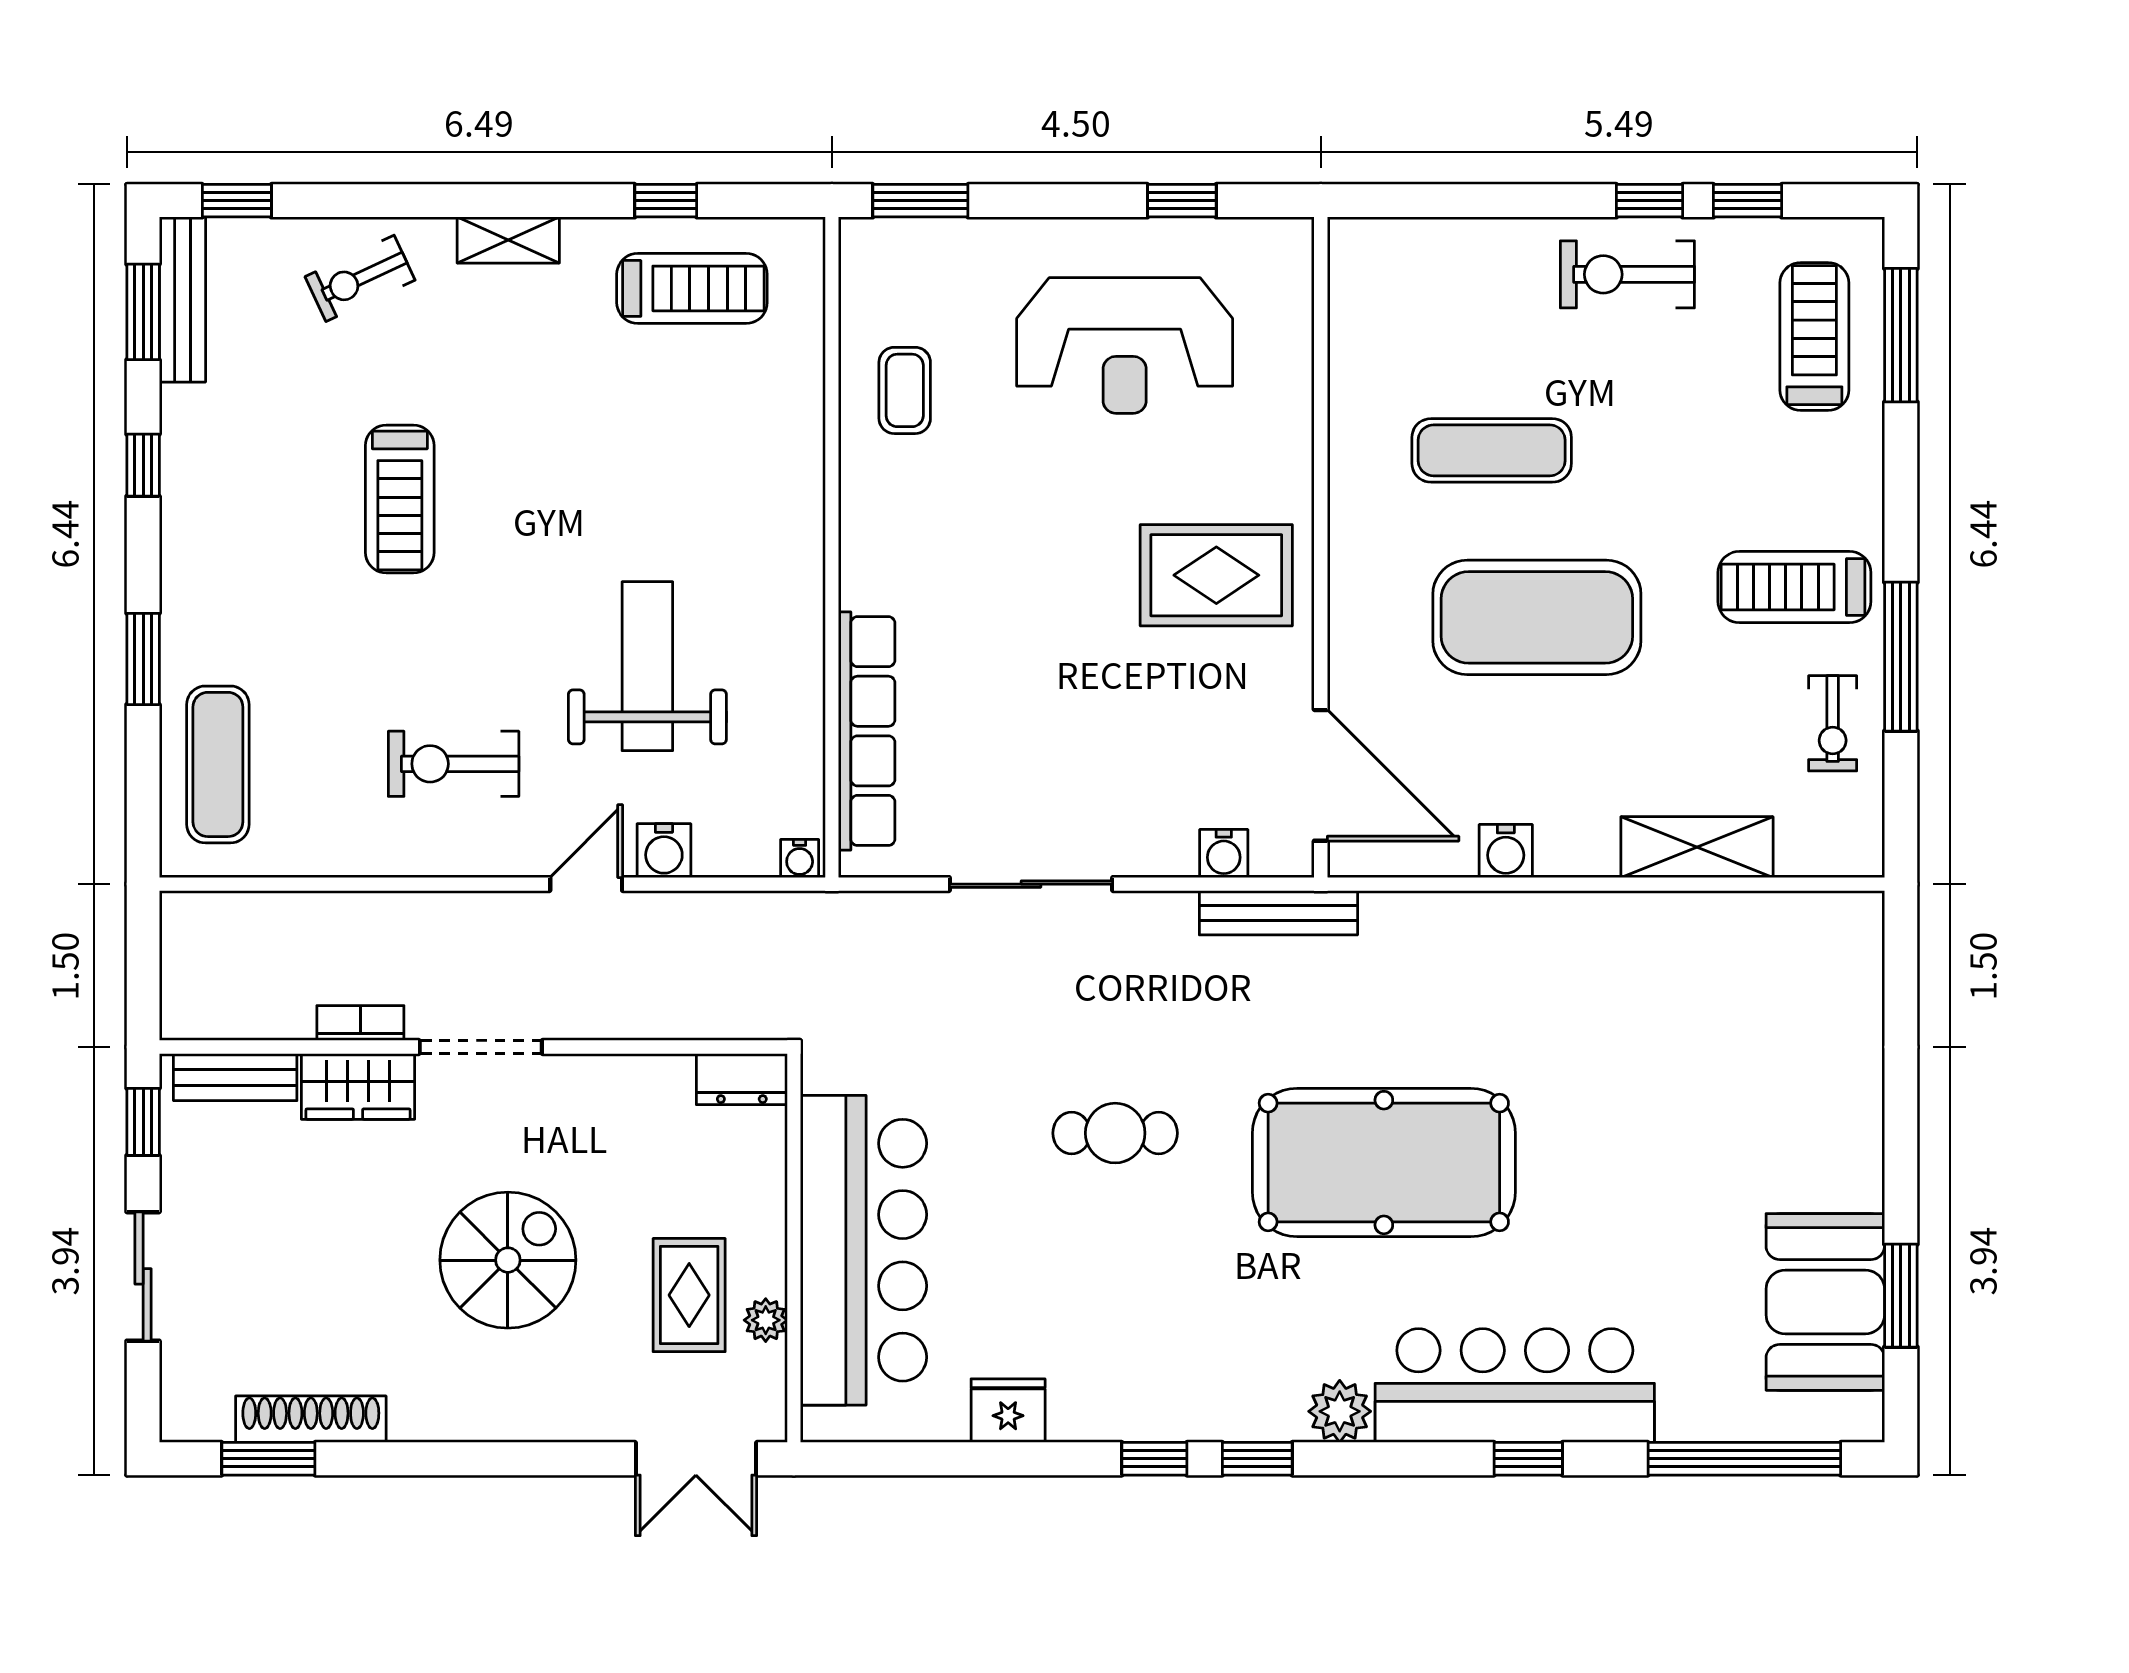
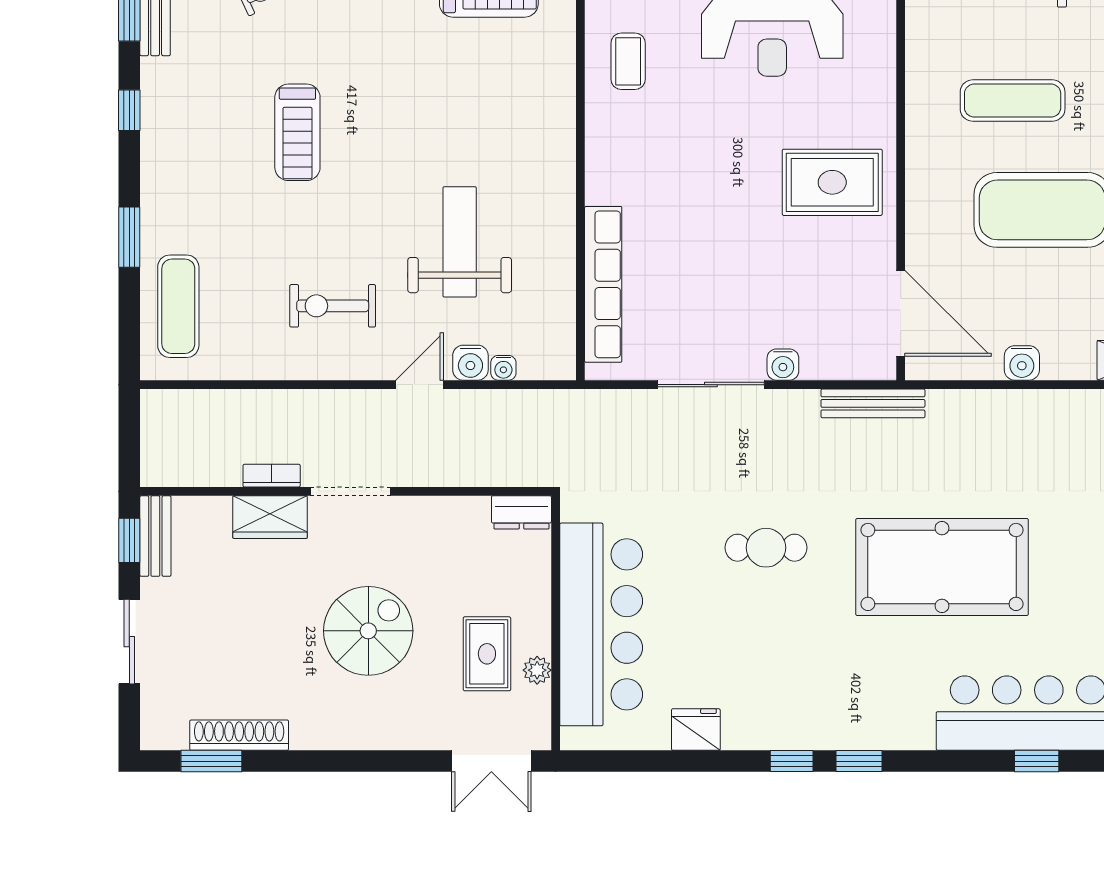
water cooler: (1224, 853) -> (783, 365), moved
water cooler: (800, 858) -> (503, 368), moved
bench: (235, 1077) -> (155, 536), moved, turned 90
plant: (1340, 1411) -> (913, 730), removed

